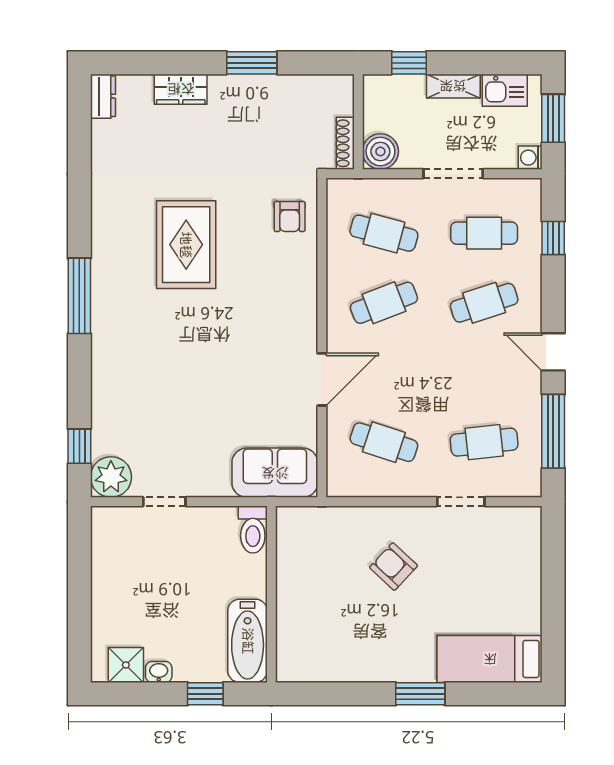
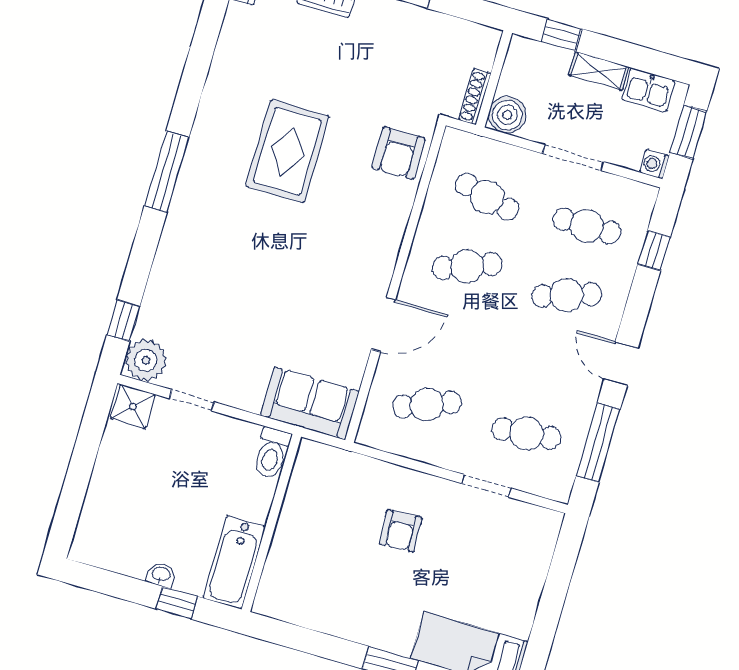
armchair: (290, 217) -> (398, 153), width x1.38, depth x1.38
cafe table: (384, 442) -> (427, 404), turned -39
armchair: (394, 567) -> (401, 531), turned -136
shower: (126, 665) -> (133, 407), moved
washbasin: (159, 672) -> (161, 575), moved

